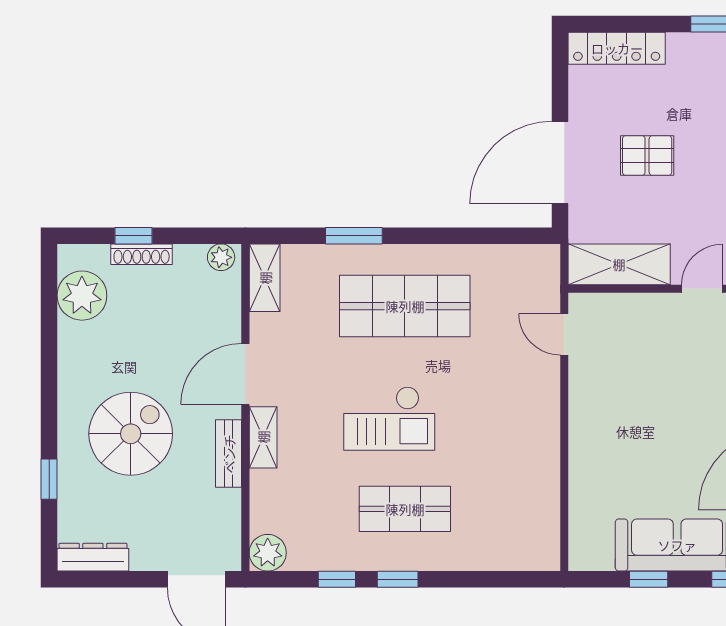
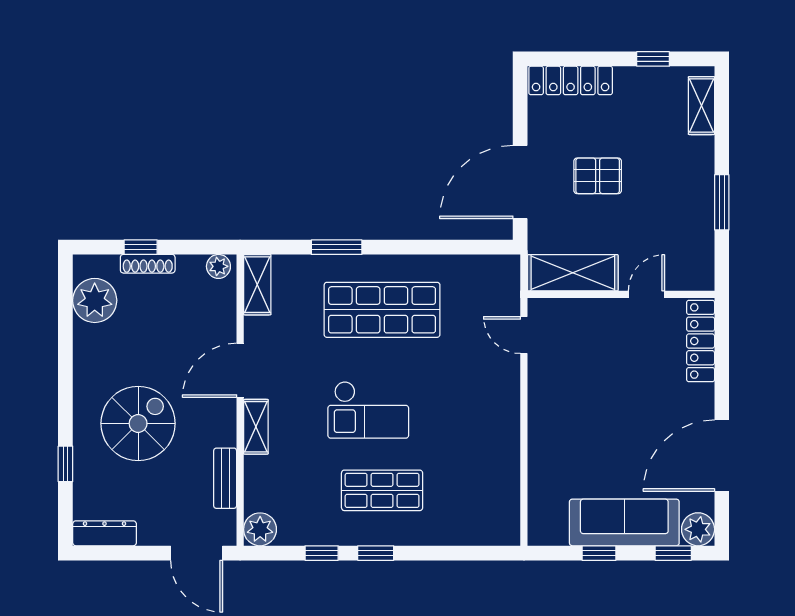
bench: (229, 454) -> (225, 478), moved

